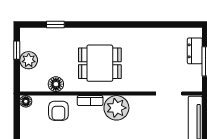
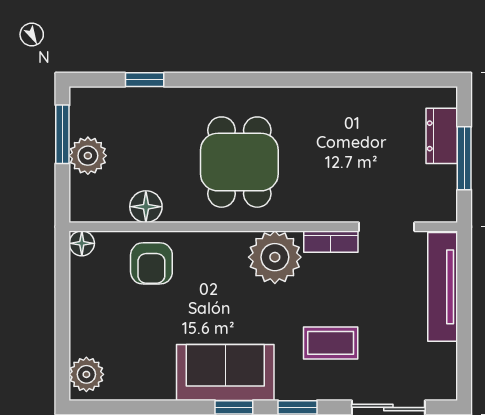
window: (17, 50) -> (62, 134), width x1.50
dining table: (100, 63) -> (239, 162), turned 90
bookcase: (90, 101) -> (331, 242), moved

